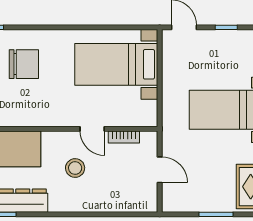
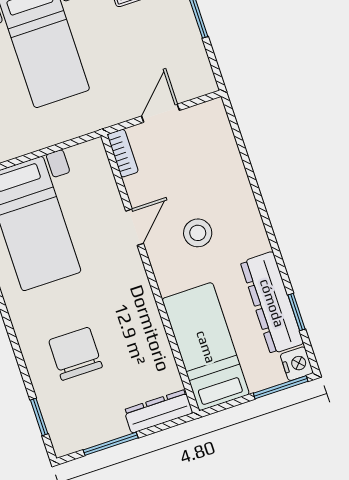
bookcase: (124, 137) -> (123, 153), moved

